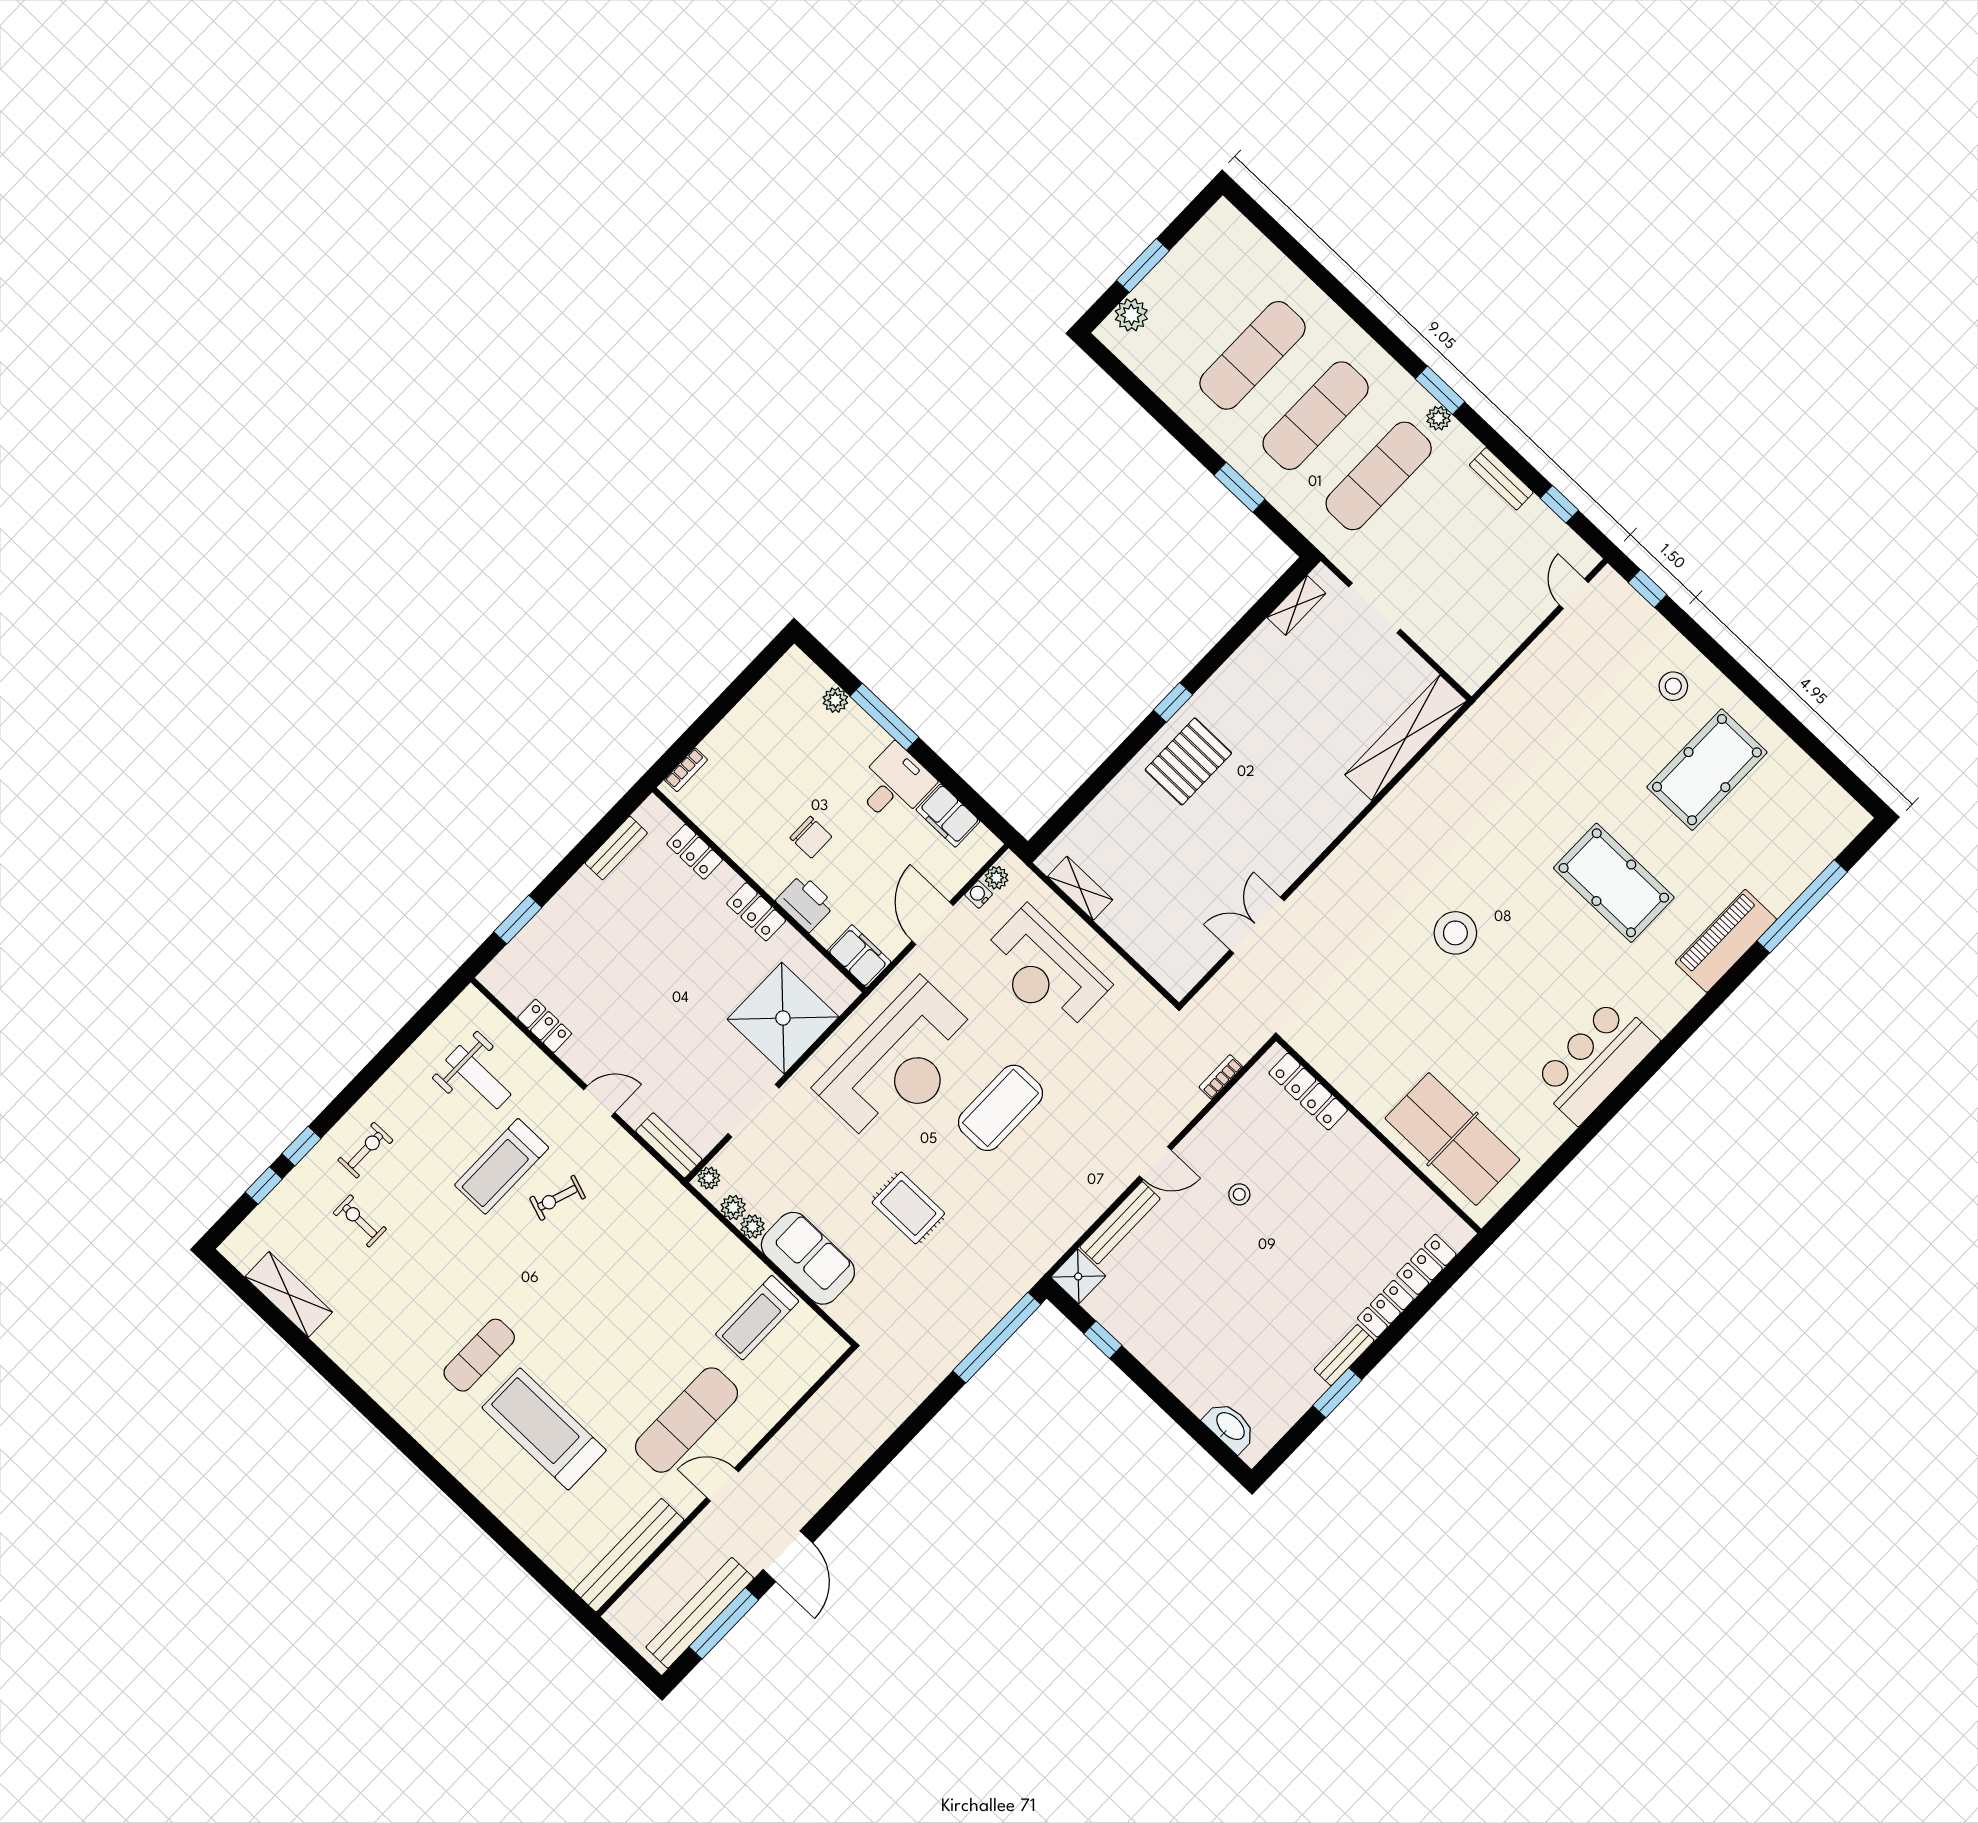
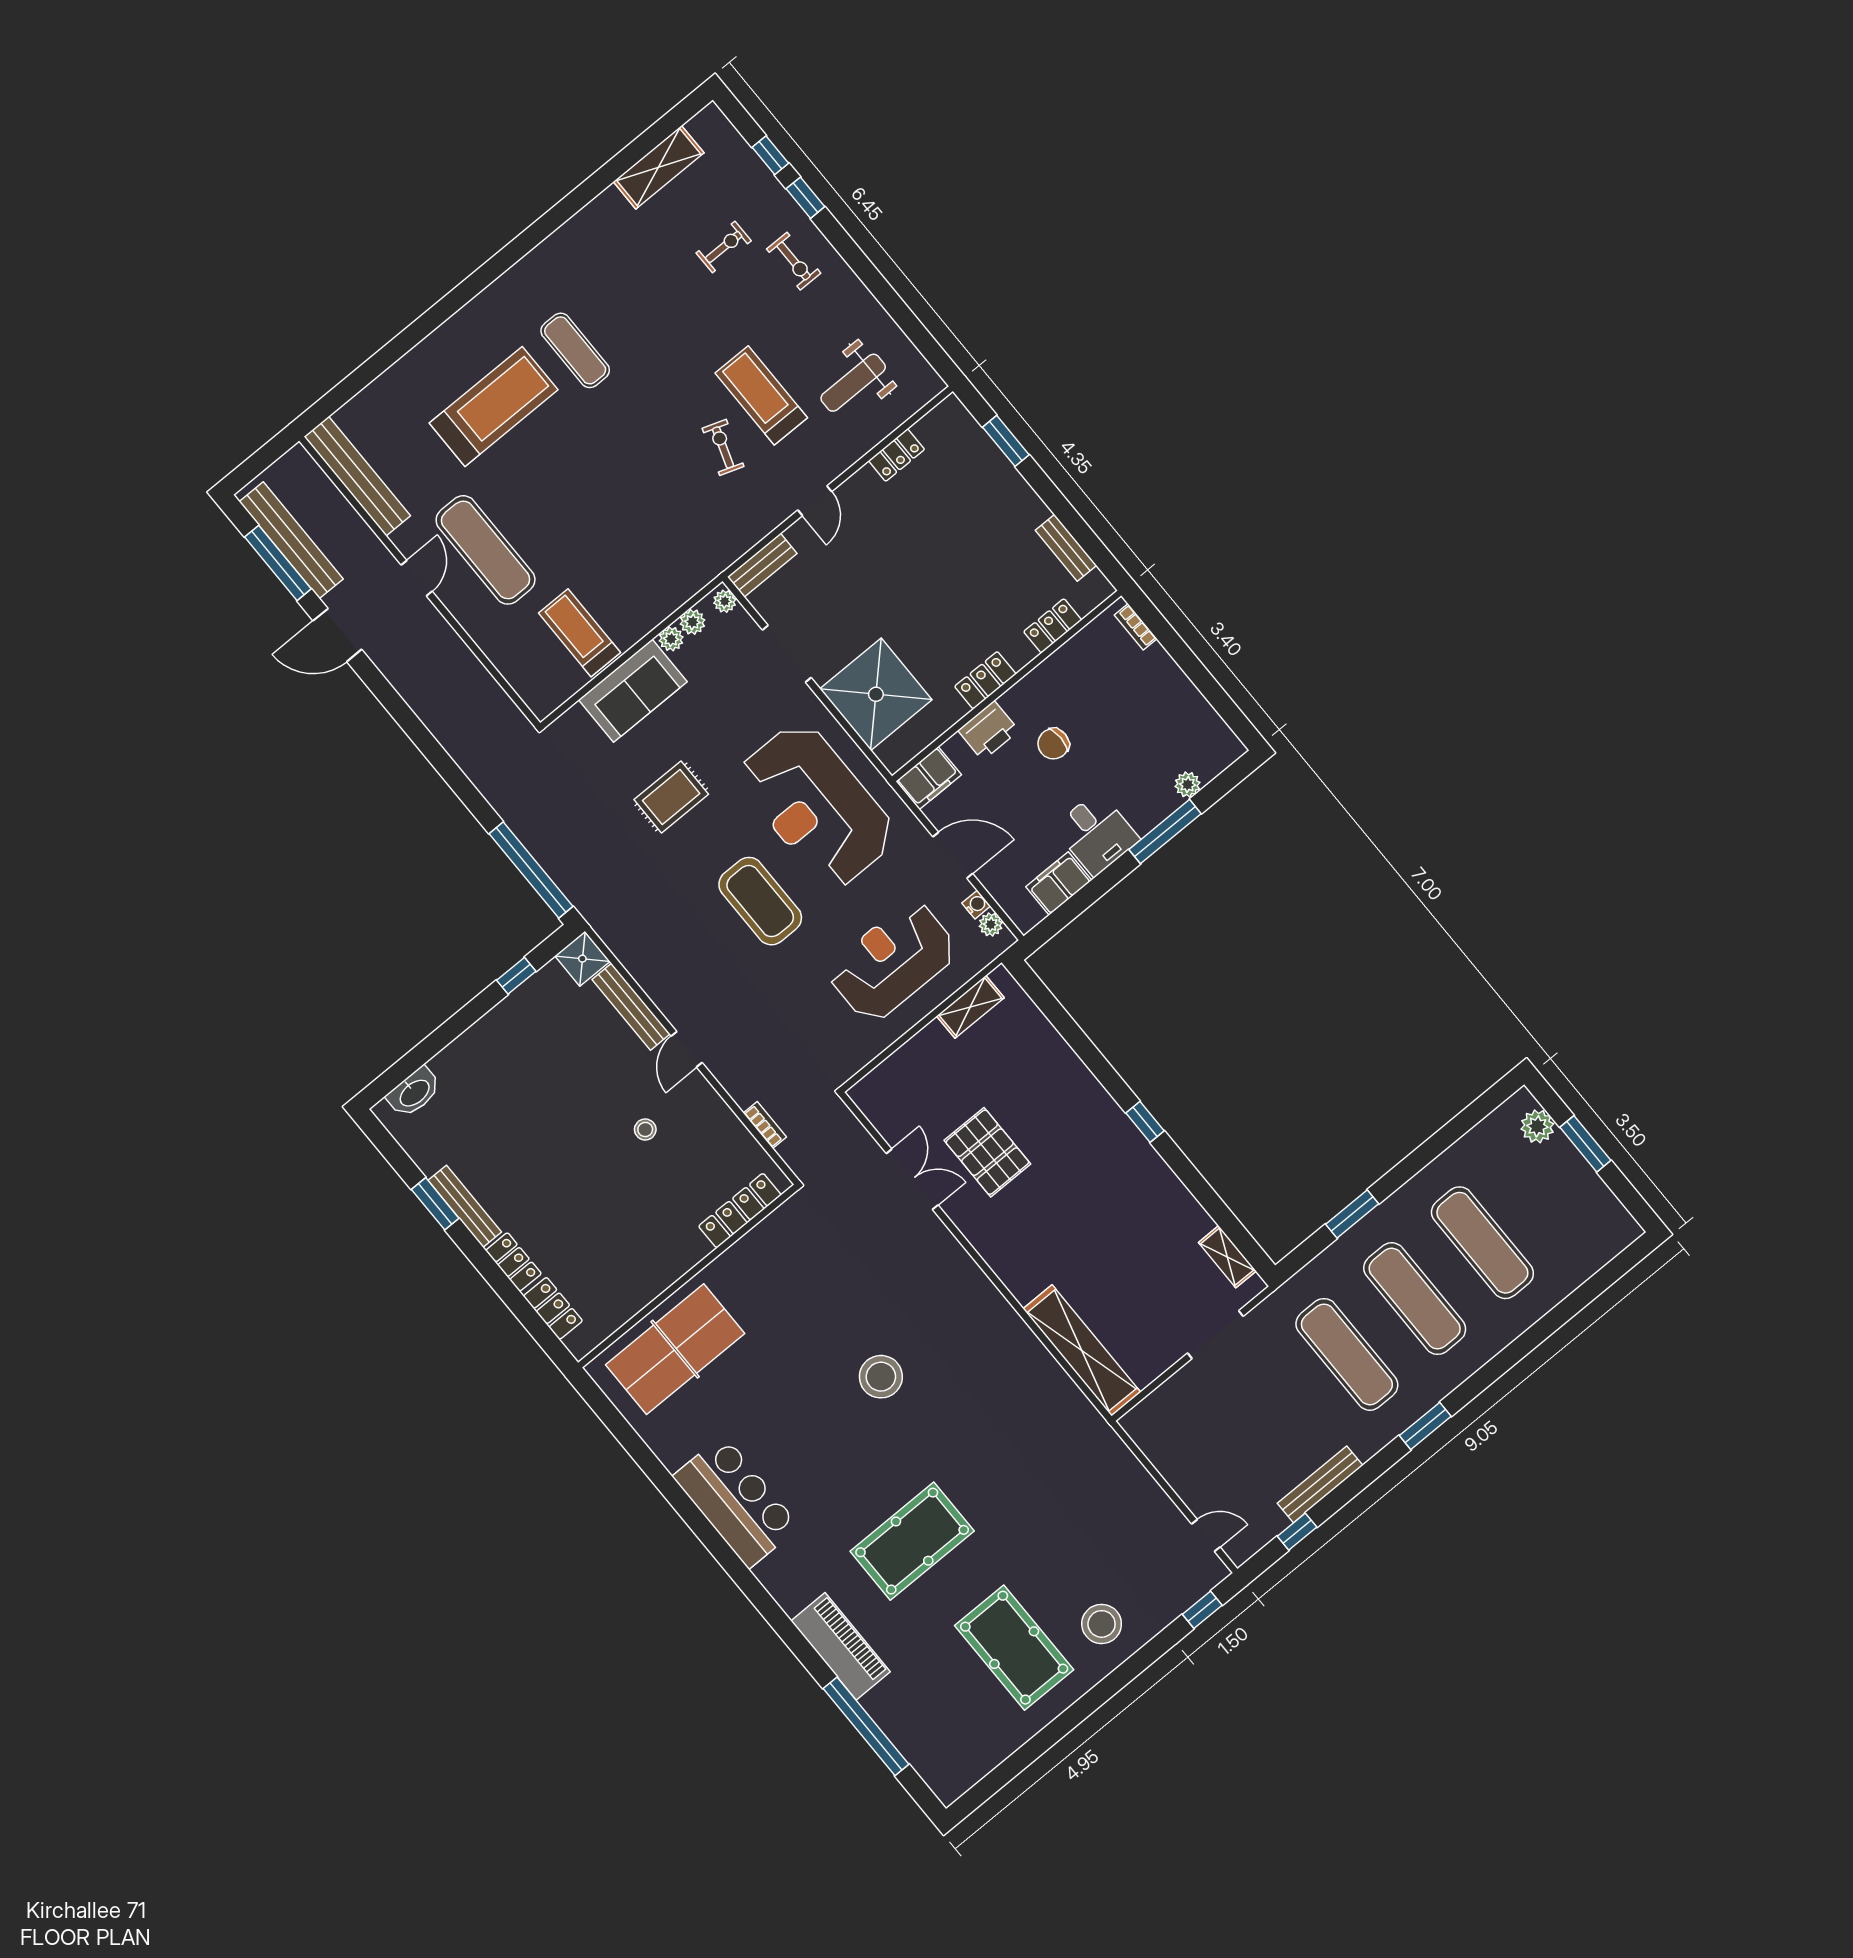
plant: (1439, 418) -> (1397, 1421), removed
bench: (1501, 479) -> (1320, 1484), width x1.36
stool: (1673, 686) -> (1102, 1624), width x1.38, depth x1.38
pallet: (1188, 761) -> (987, 1152), moved
bench: (1344, 1355) -> (465, 1206), width x1.36

